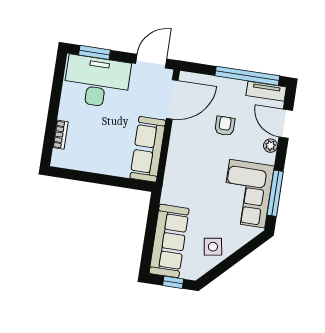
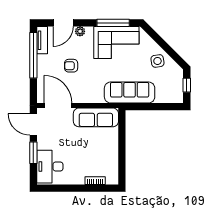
window: (94, 52) -> (33, 153), moved
desk: (97, 82) -> (50, 167), width x0.73, depth x0.77
sofa: (169, 241) -> (130, 92), moved

